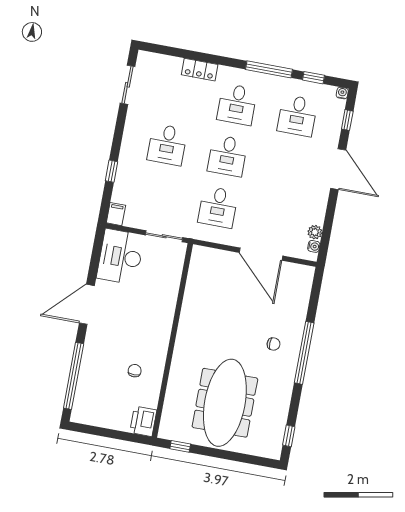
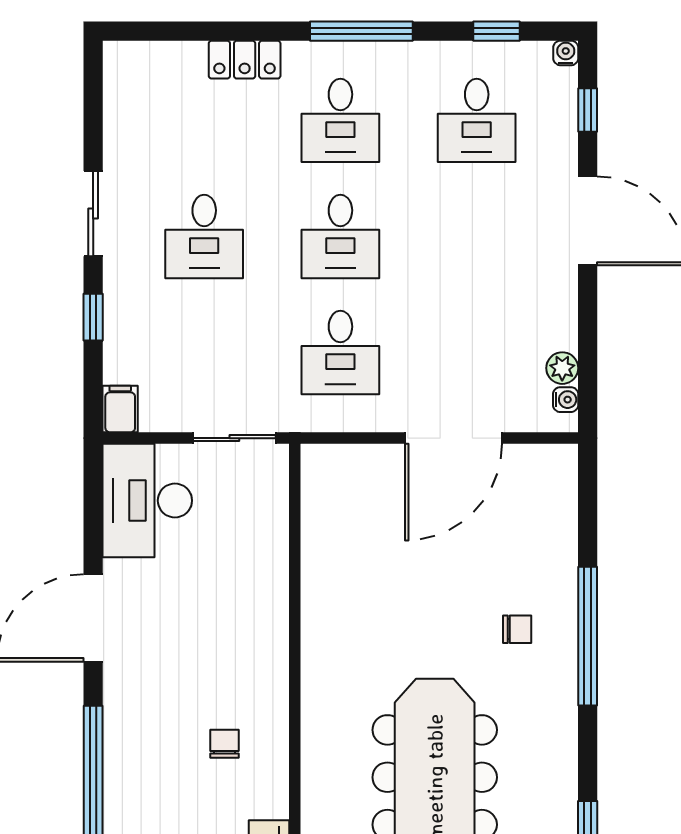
window: (269, 69) -> (361, 31), moved
sliding door: (128, 85) -> (93, 214), moved
door: (261, 254) -> (453, 438), hinge flipped

